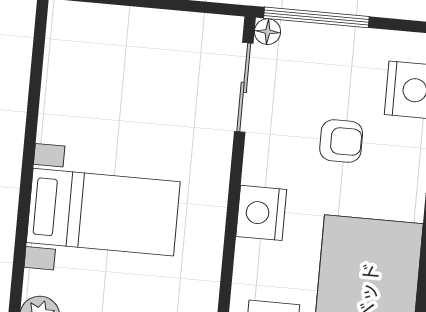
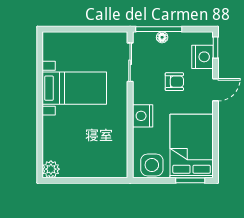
floor lamp: (268, 32) -> (162, 37), moved
bed with nightstands: (103, 212) -> (74, 88), moved

